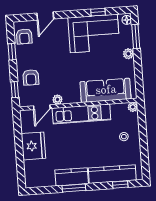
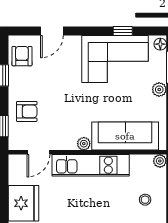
armchair: (24, 36) -> (22, 56), turned 180
armchair: (31, 77) -> (27, 111), turned -90
plant: (57, 100) -> (84, 144), moved

